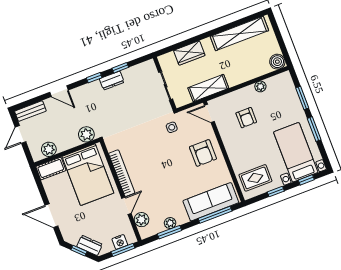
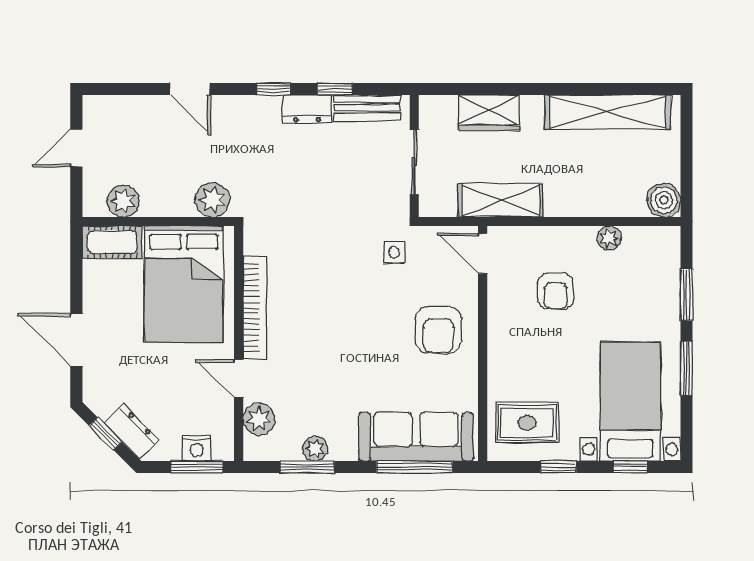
bench: (30, 111) -> (367, 108), moved
door: (126, 206) -> (239, 379), swing flipped

